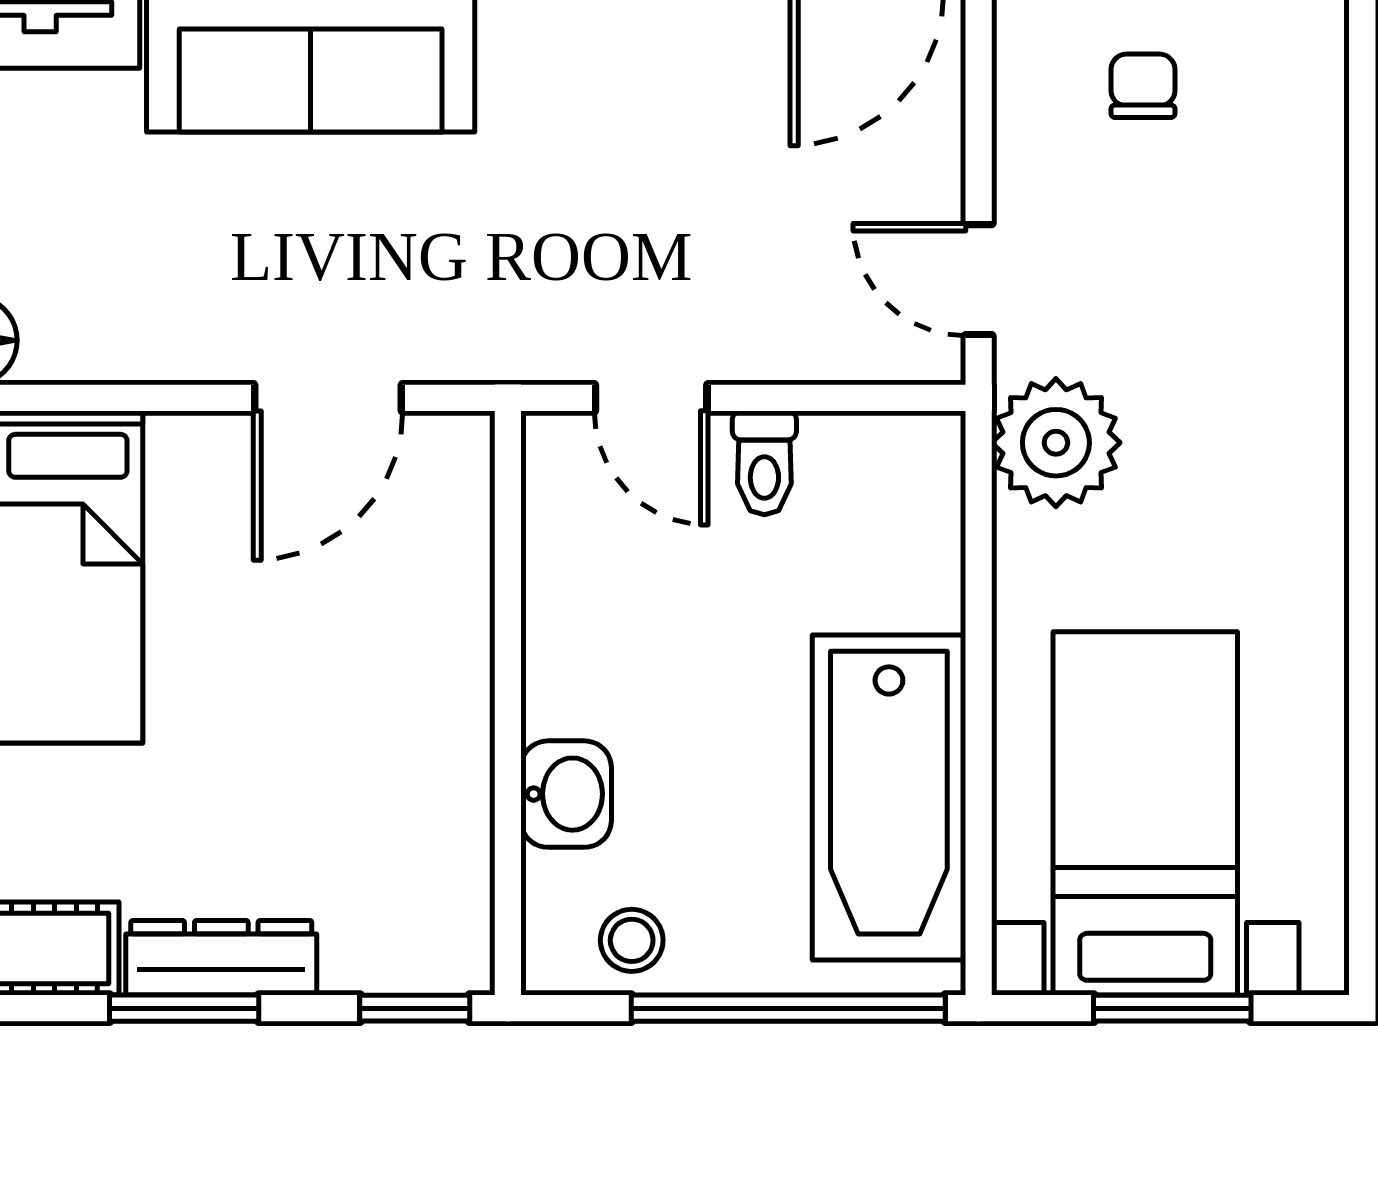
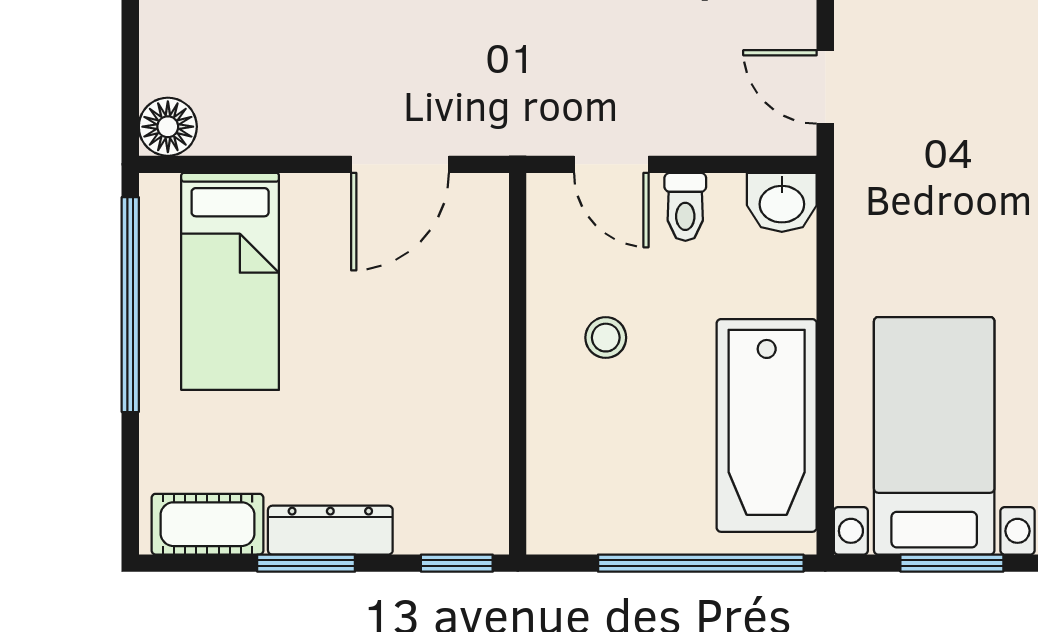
plant: (1056, 443) -> (876, 194), removed
washbasin: (566, 794) -> (782, 202), moved, turned 90
stool: (632, 940) -> (606, 338), moved

